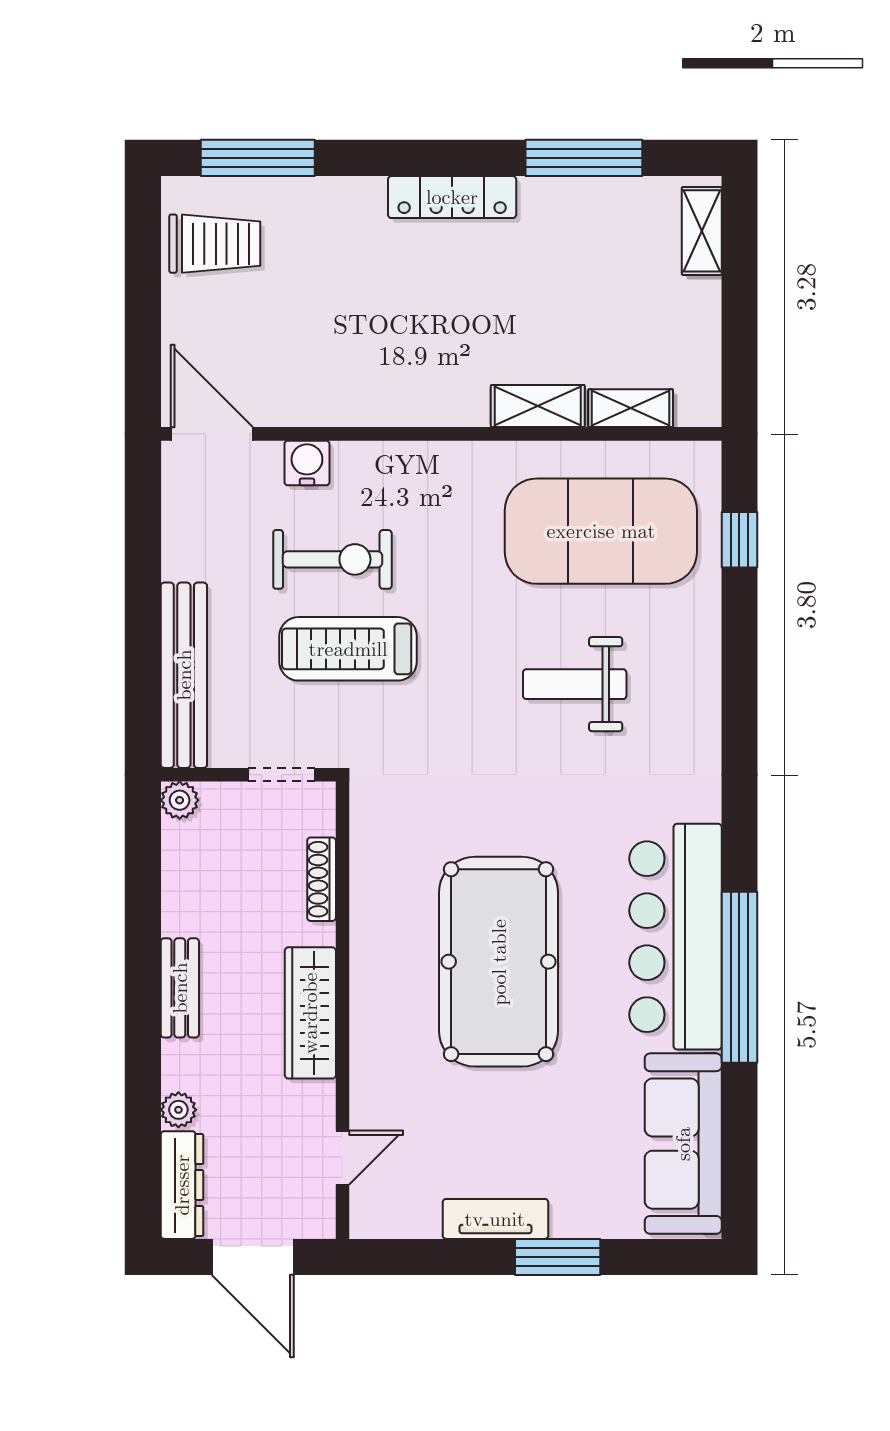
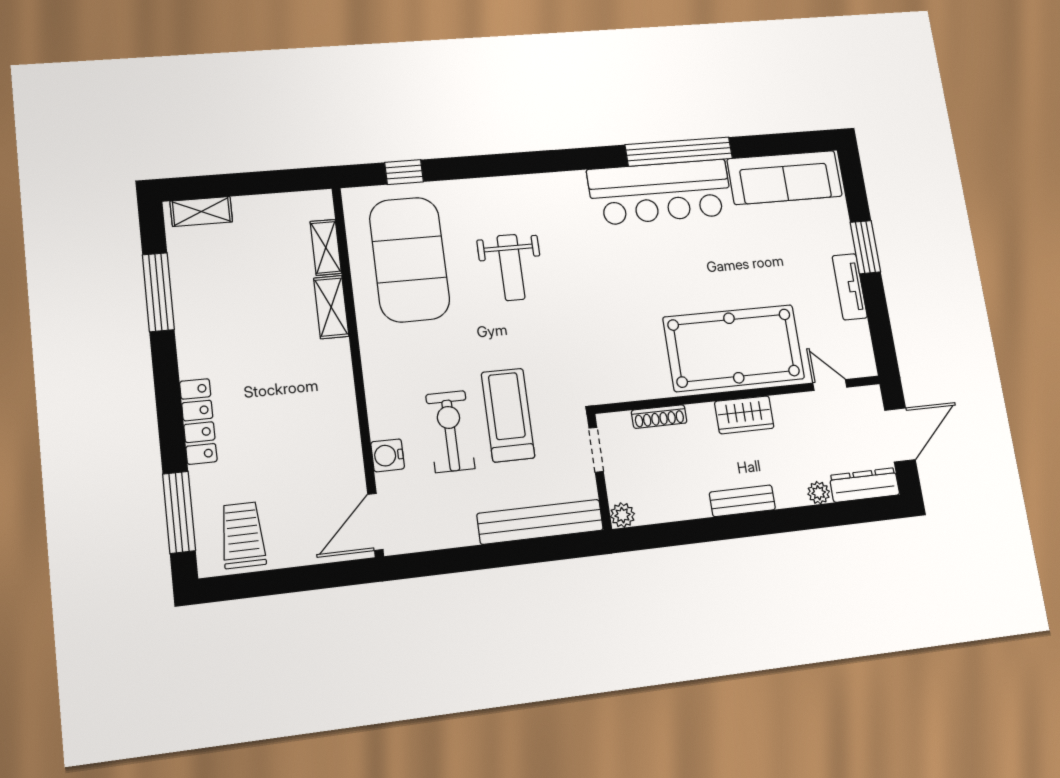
locker: (452, 197) -> (198, 421), moved
treadmill: (348, 649) -> (508, 415), turned 180
pool table: (499, 962) -> (734, 348), moved
wardrobe: (310, 1013) -> (744, 415), width x0.67

